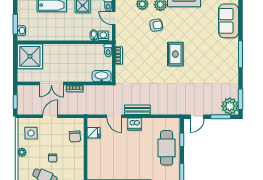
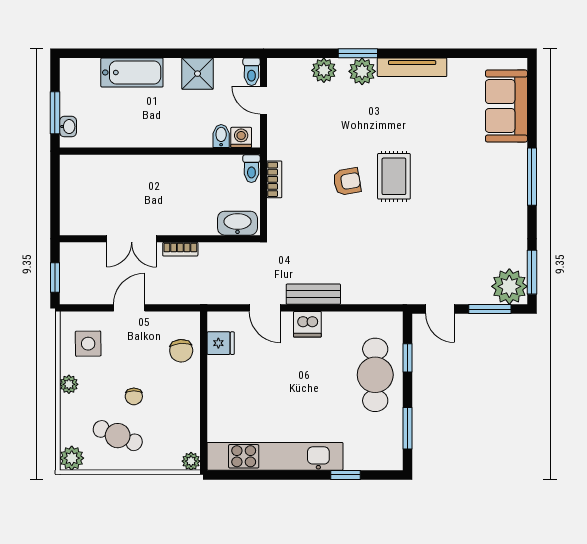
armchair: (156, 25) -> (347, 182), moved
shower: (30, 56) -> (86, 181), removed
door: (197, 117) -> (440, 309), hinge flipped

